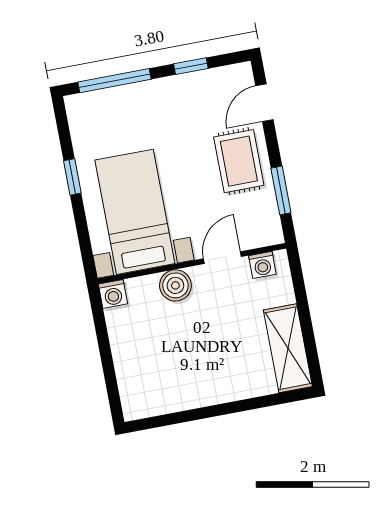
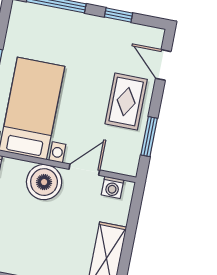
door: (264, 103) -> (163, 65), hinge flipped
boiler: (175, 285) -> (44, 182), width x1.37, depth x1.37

